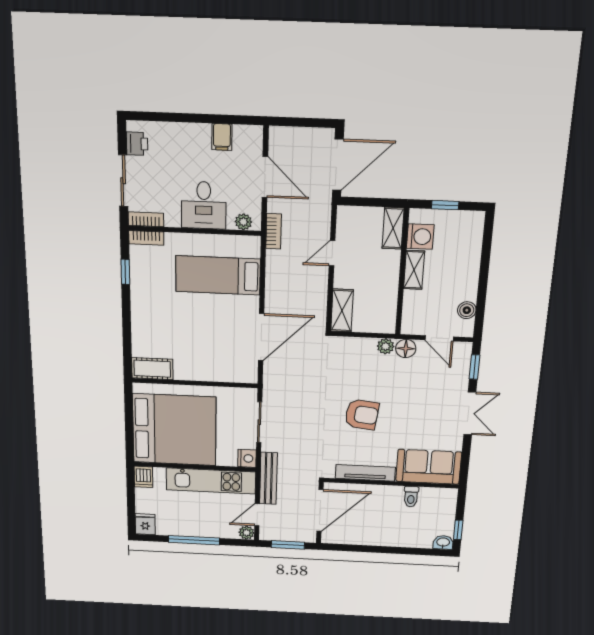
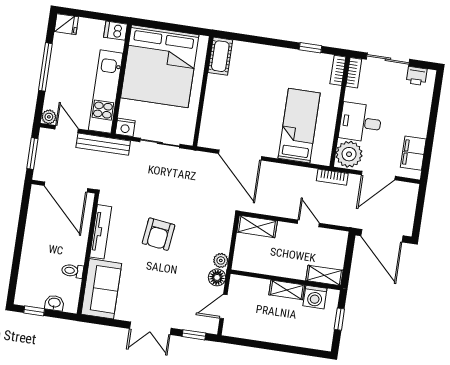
filing cabinet: (222, 137) -> (413, 153), width x2.00
plant: (243, 222) -> (349, 154), width x1.88, depth x1.88
boiler: (467, 310) -> (247, 331), removed
washbasin: (443, 542) -> (54, 303), moved, turned -90

